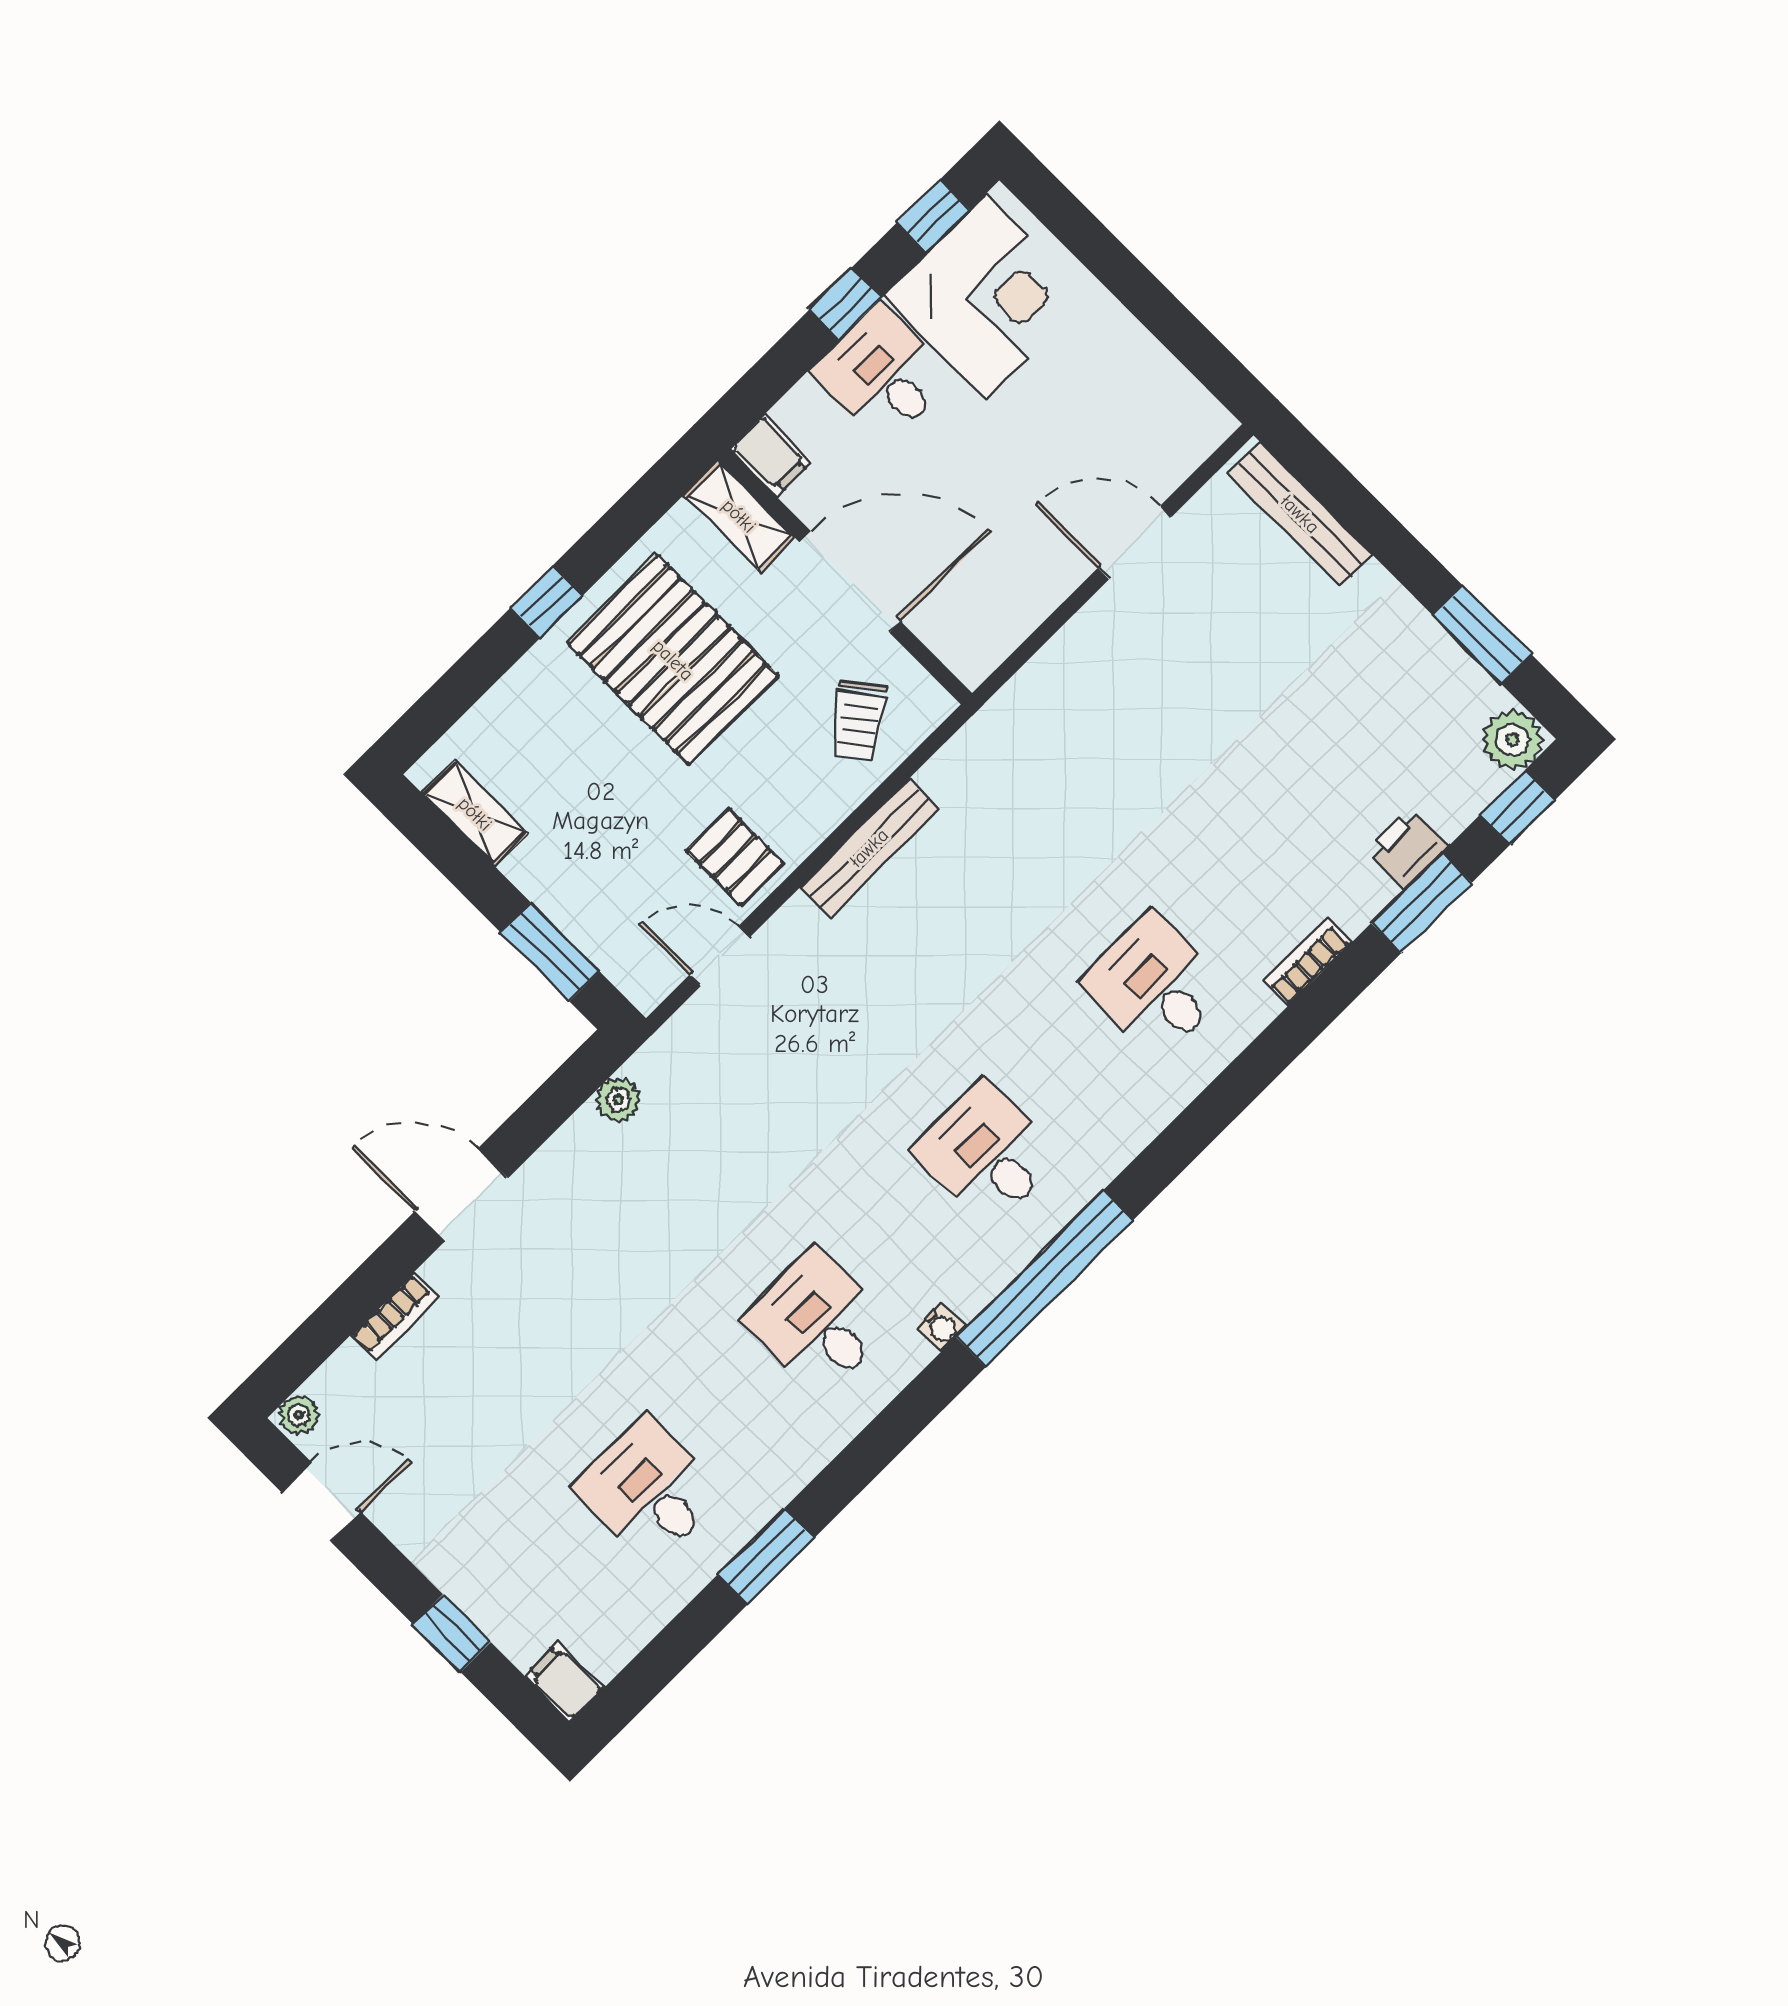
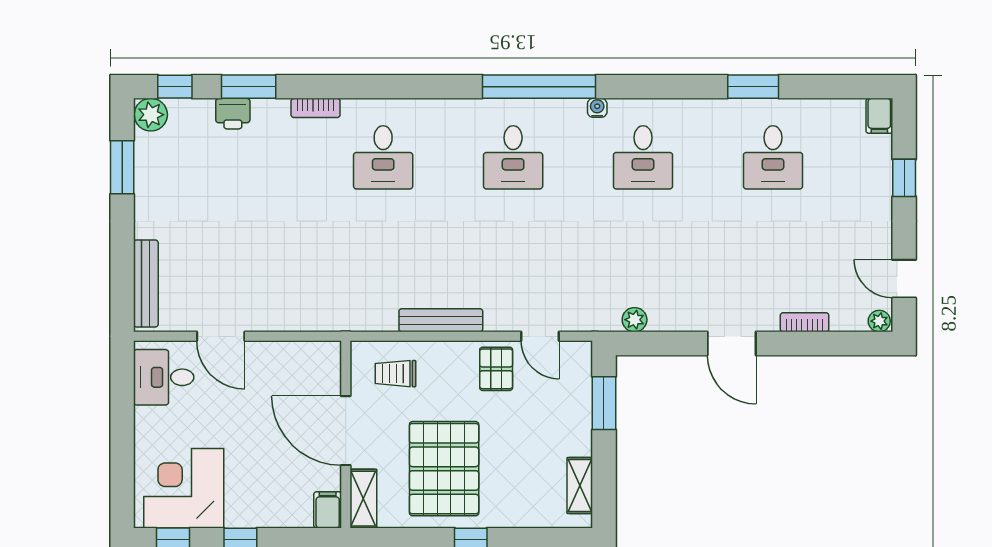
desk: (882, 375) -> (164, 377), moved, turned 90
trolley: (859, 720) -> (395, 374), turned -142

